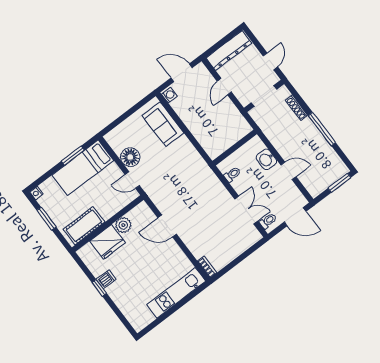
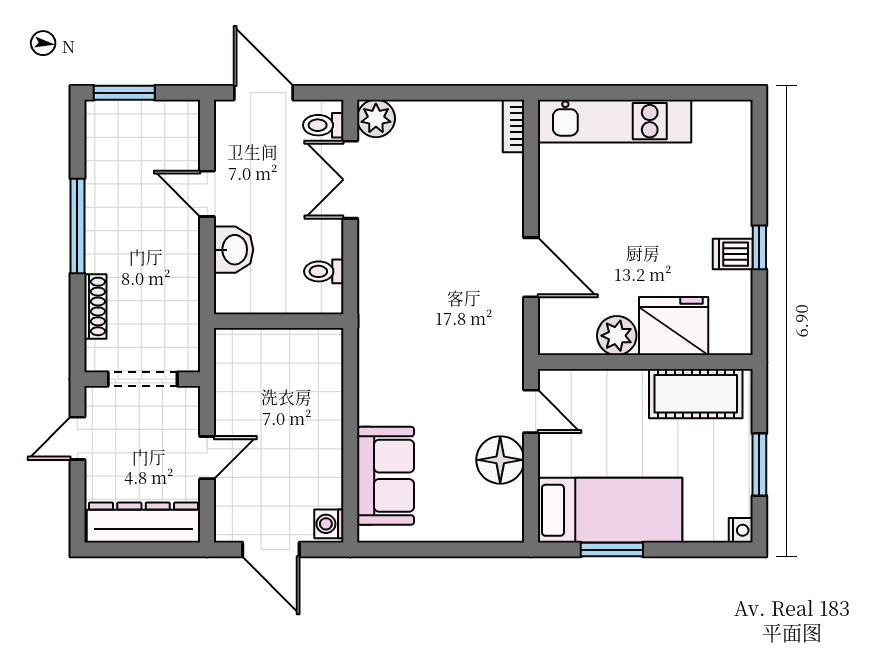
plant: (253, 236) -> (376, 118), added

